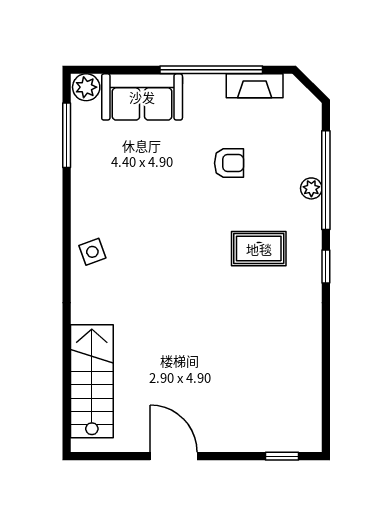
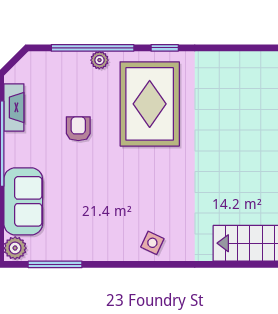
rug: (259, 249) -> (150, 104), width x1.86, depth x2.06
side table: (92, 252) -> (152, 243), turned 45

